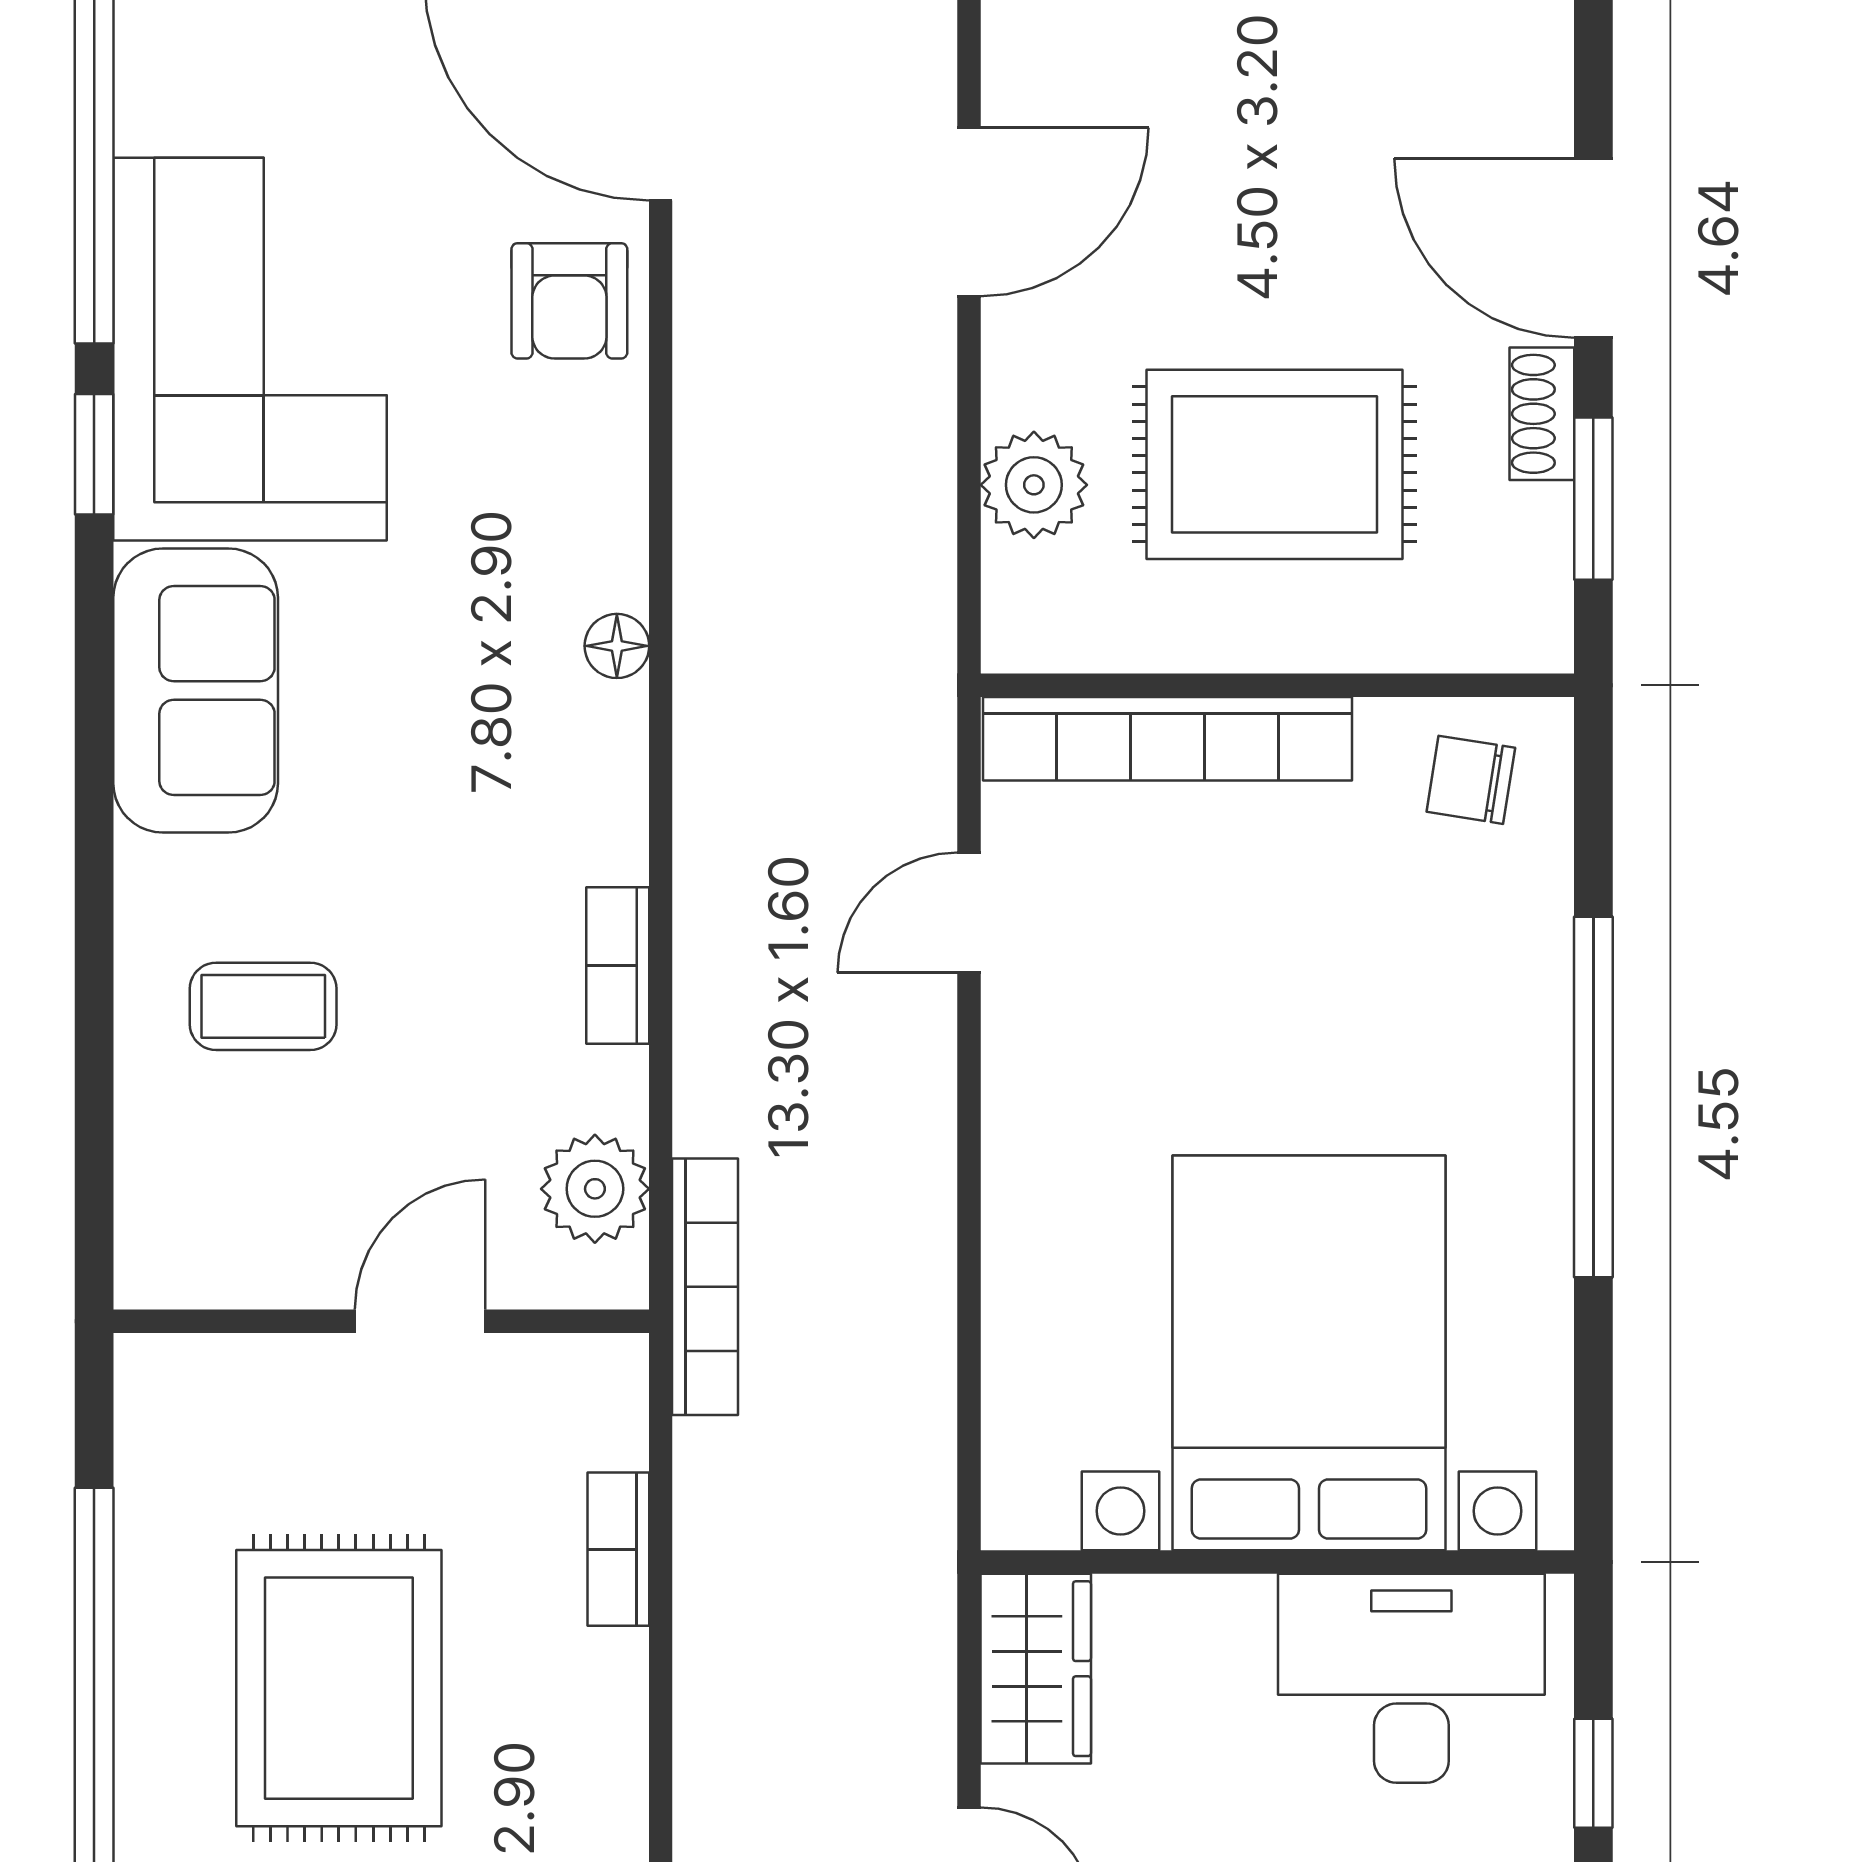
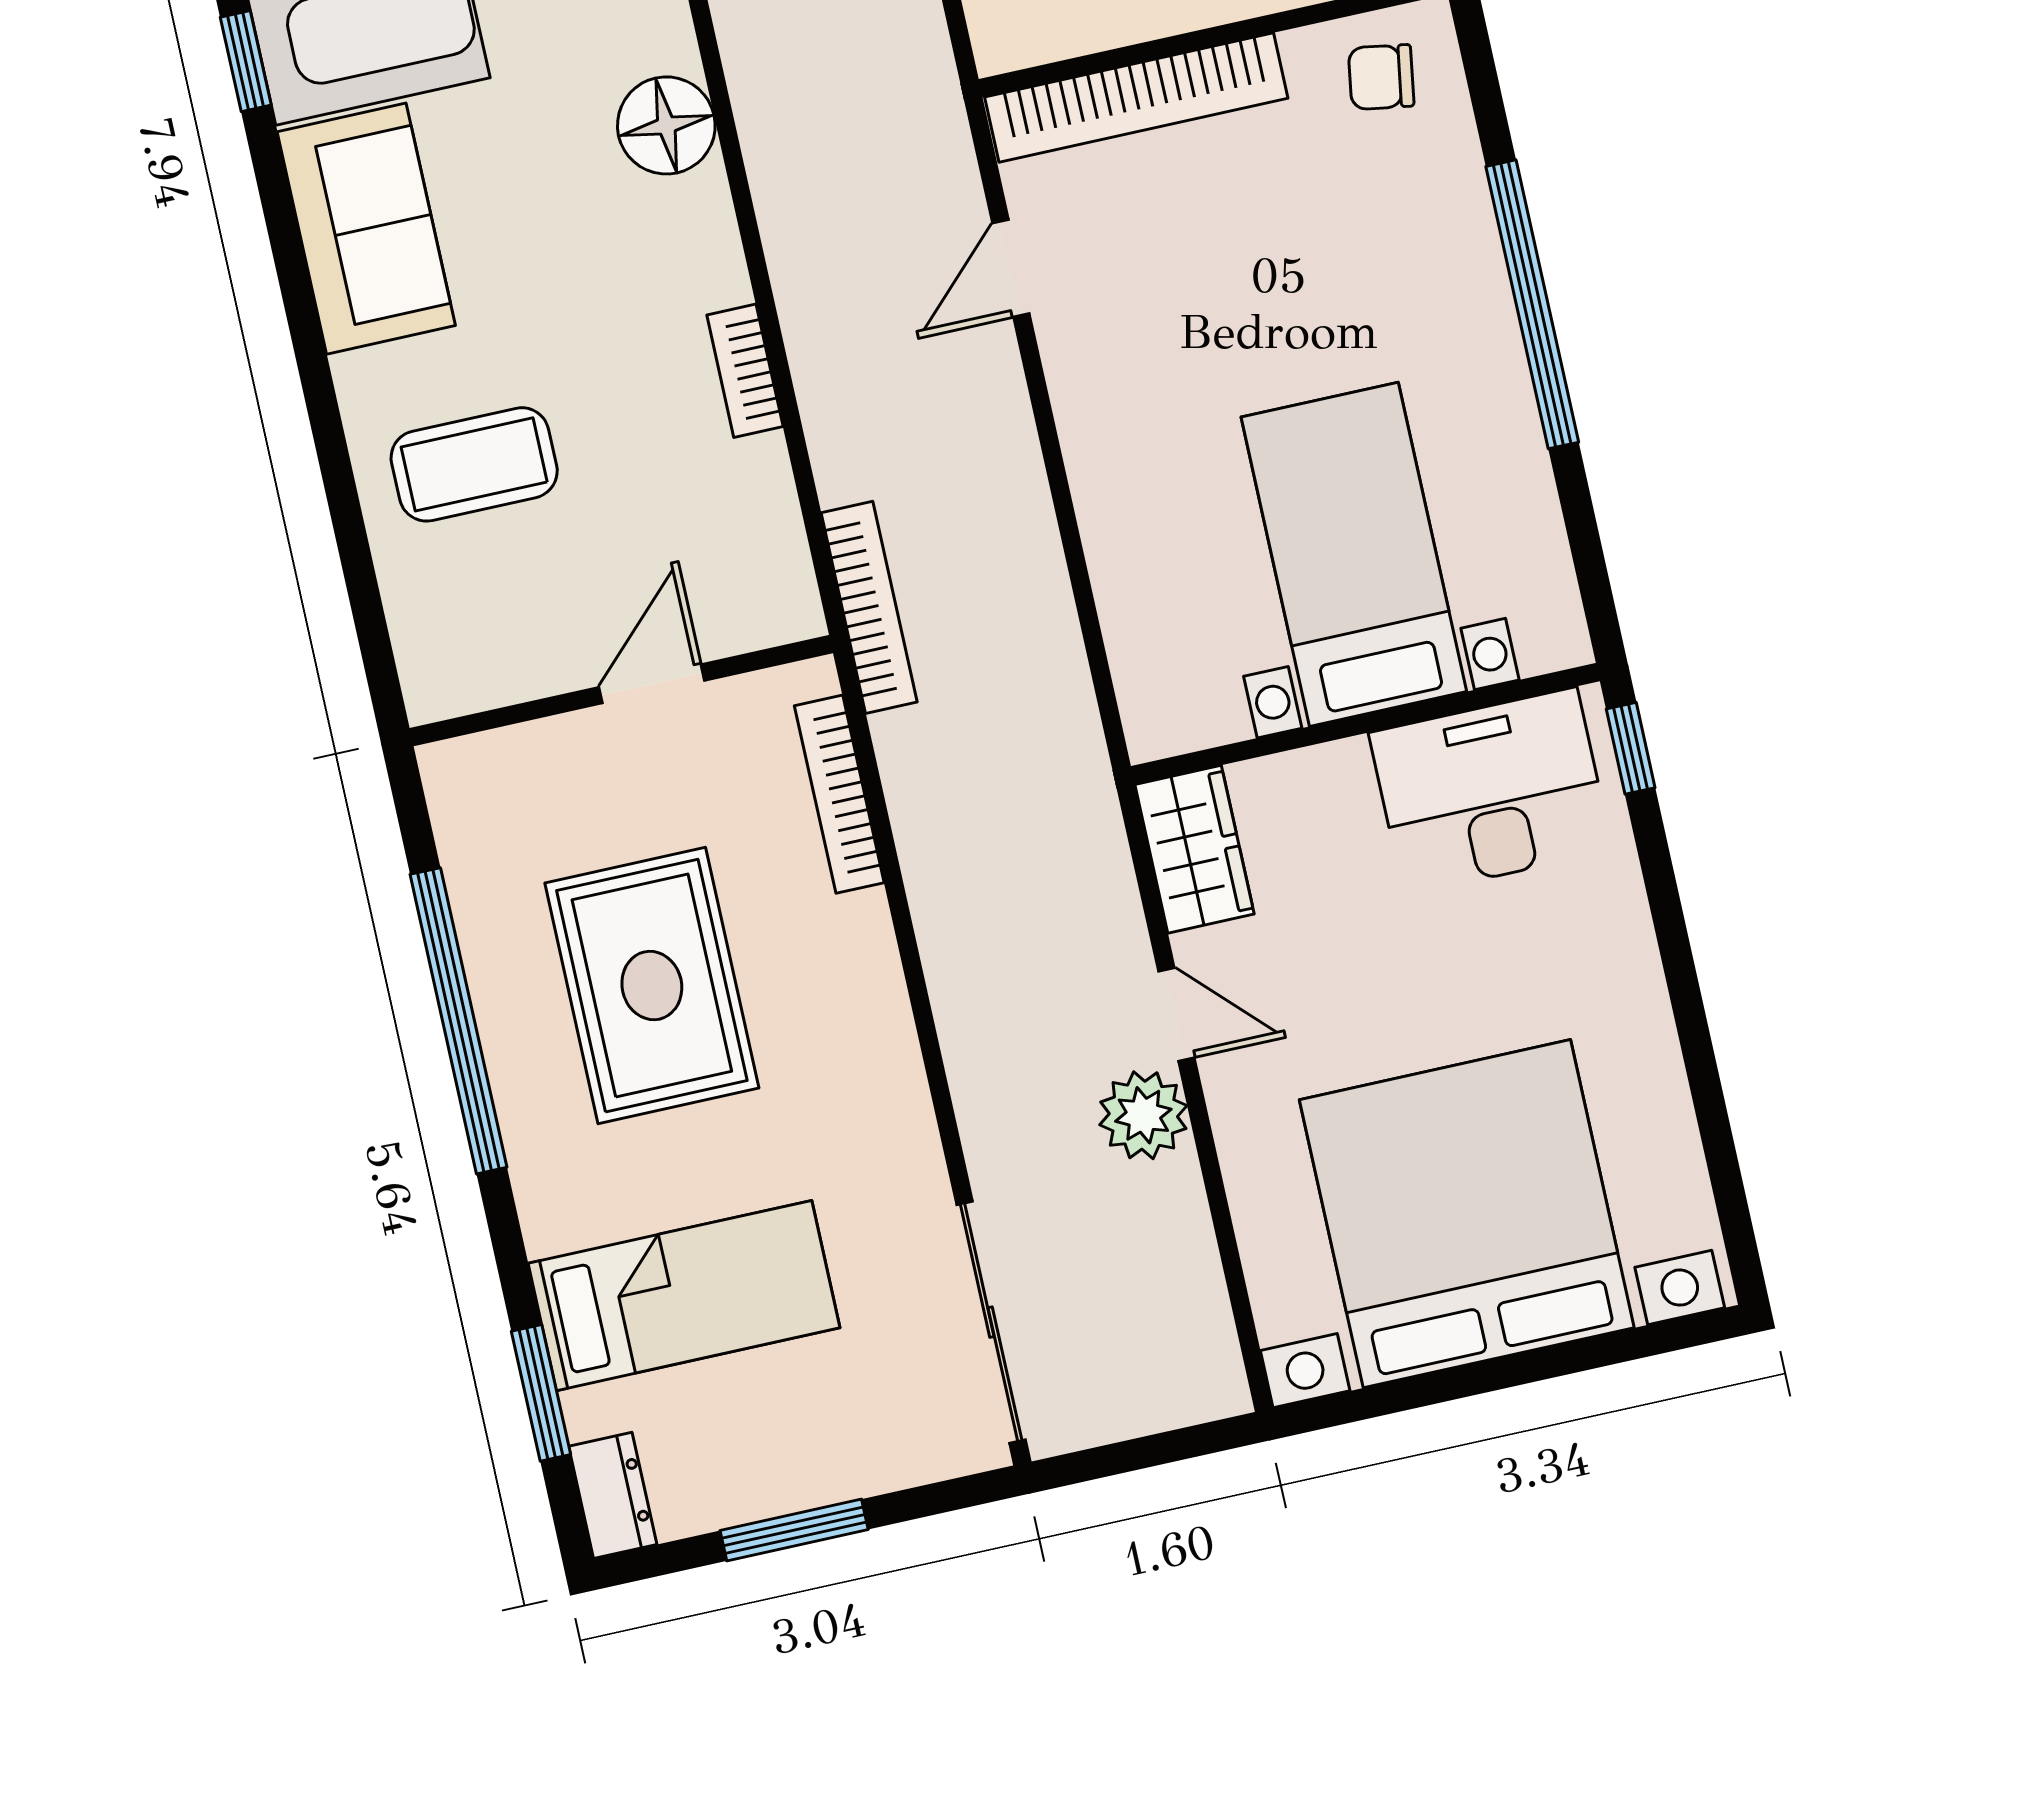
floor lamp: (617, 646) -> (666, 125), width x1.89, depth x1.89
coffee table: (263, 1006) -> (474, 464), width x1.36, depth x1.30
plant: (595, 1189) -> (766, 550), removed
bed with nightstands: (1309, 1353) -> (1354, 554), width x0.73
bookcase: (618, 1549) -> (839, 794), width x1.56
window: (1593, 1773) -> (1631, 748), moved

